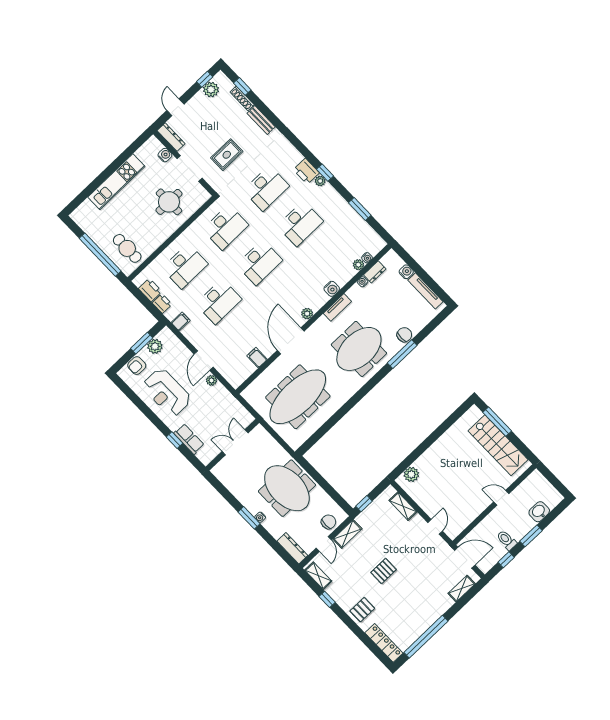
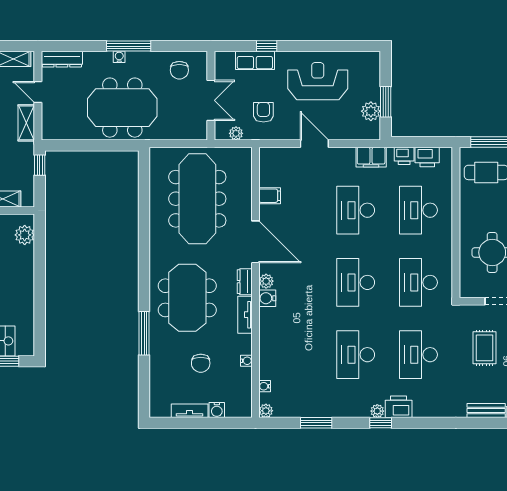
plant: (358, 265) -> (266, 411), moved
dresser: (375, 272) -> (245, 282), moved
water cooler: (332, 289) -> (267, 298), moved
tv unit: (425, 291) -> (190, 411), width x0.71
filing cabinet: (181, 322) -> (371, 157), width x2.00
chair: (404, 335) -> (201, 363), moved
armchair: (137, 366) -> (263, 112), moved
plant: (212, 380) -> (236, 133), moved
window: (249, 518) -> (129, 46), width x1.44
chair: (329, 522) -> (179, 70), moved

